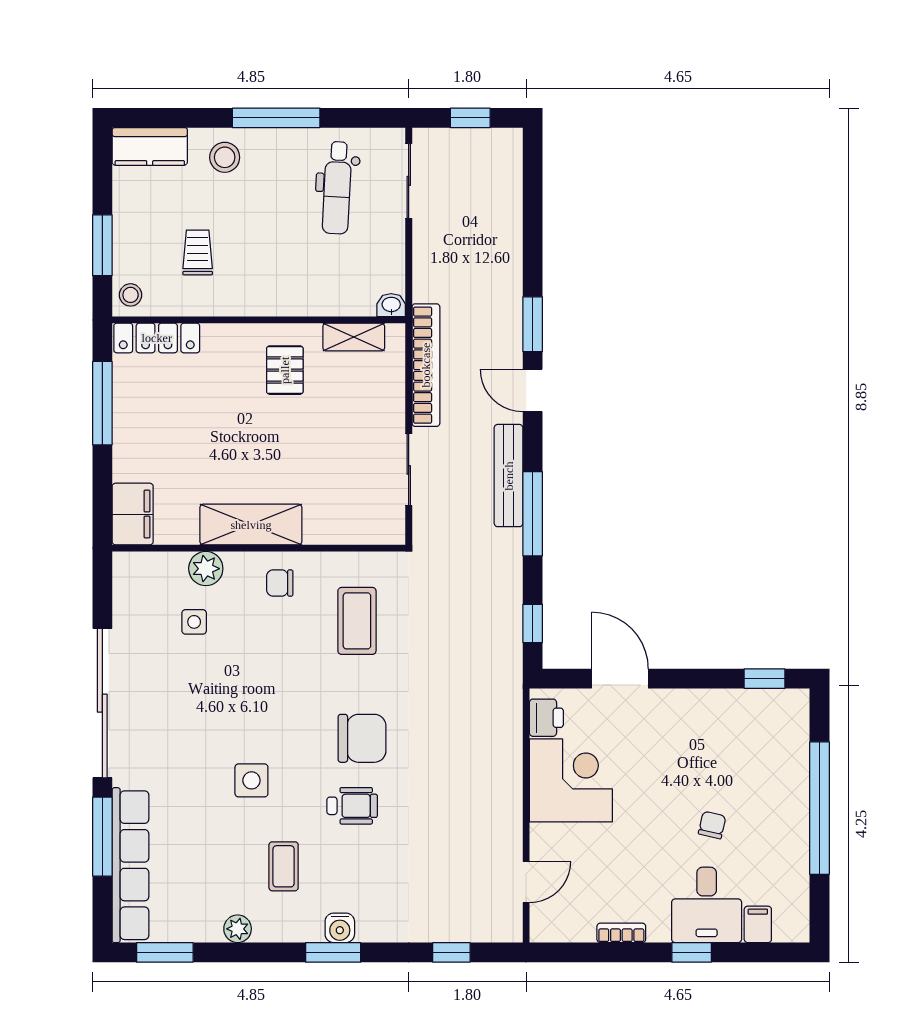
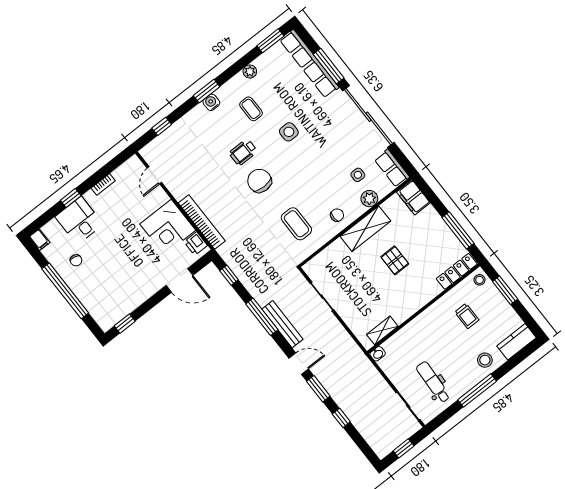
window: (533, 247) -> (341, 418), added
bookcase: (426, 365) -> (202, 222), moved, turned 180
pallet: (285, 370) -> (395, 260), moved
row of seats: (130, 589) -> (392, 168), added
chair: (362, 738) -> (259, 181), turned 90
chair: (712, 825) -> (76, 260), moved
filing cabinet: (758, 924) -> (39, 240), moved

